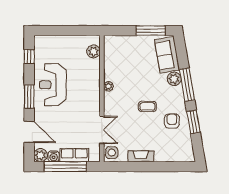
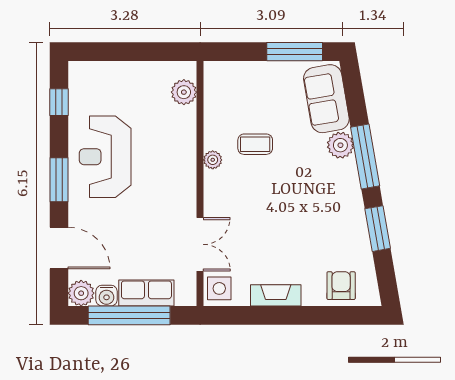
coffee table: (147, 107) -> (255, 144), moved
armchair: (172, 121) -> (341, 286), moved

